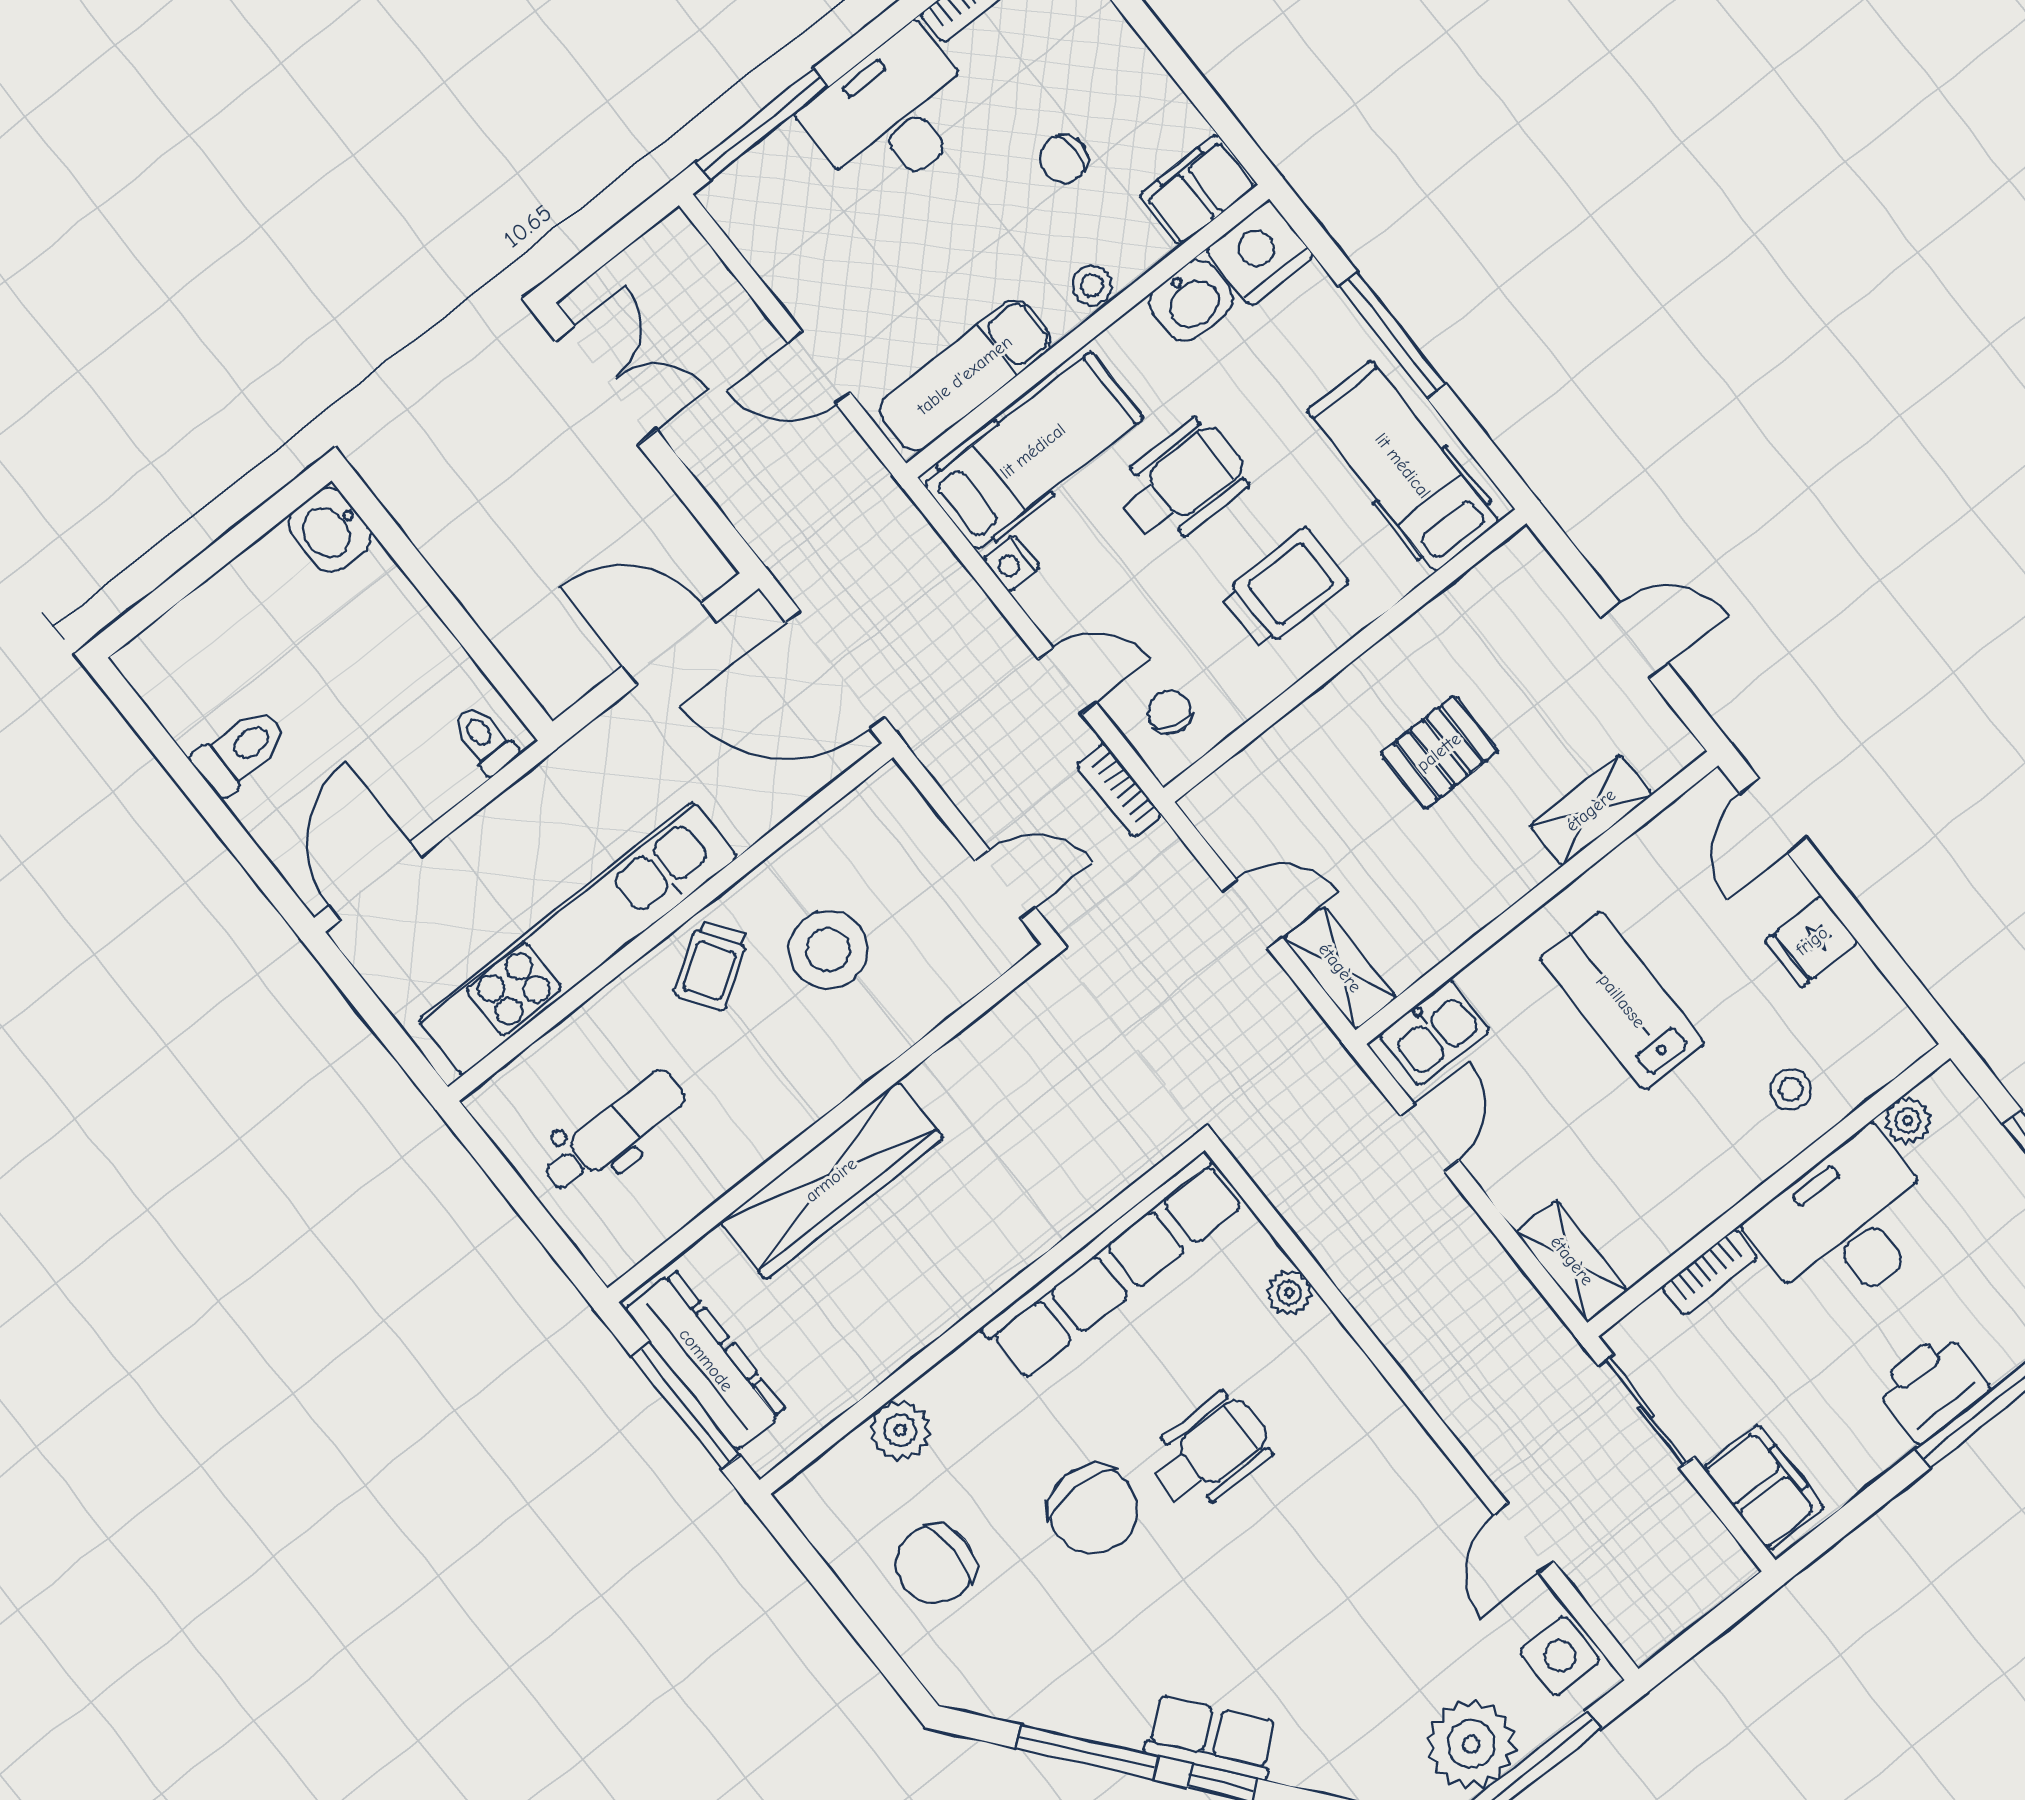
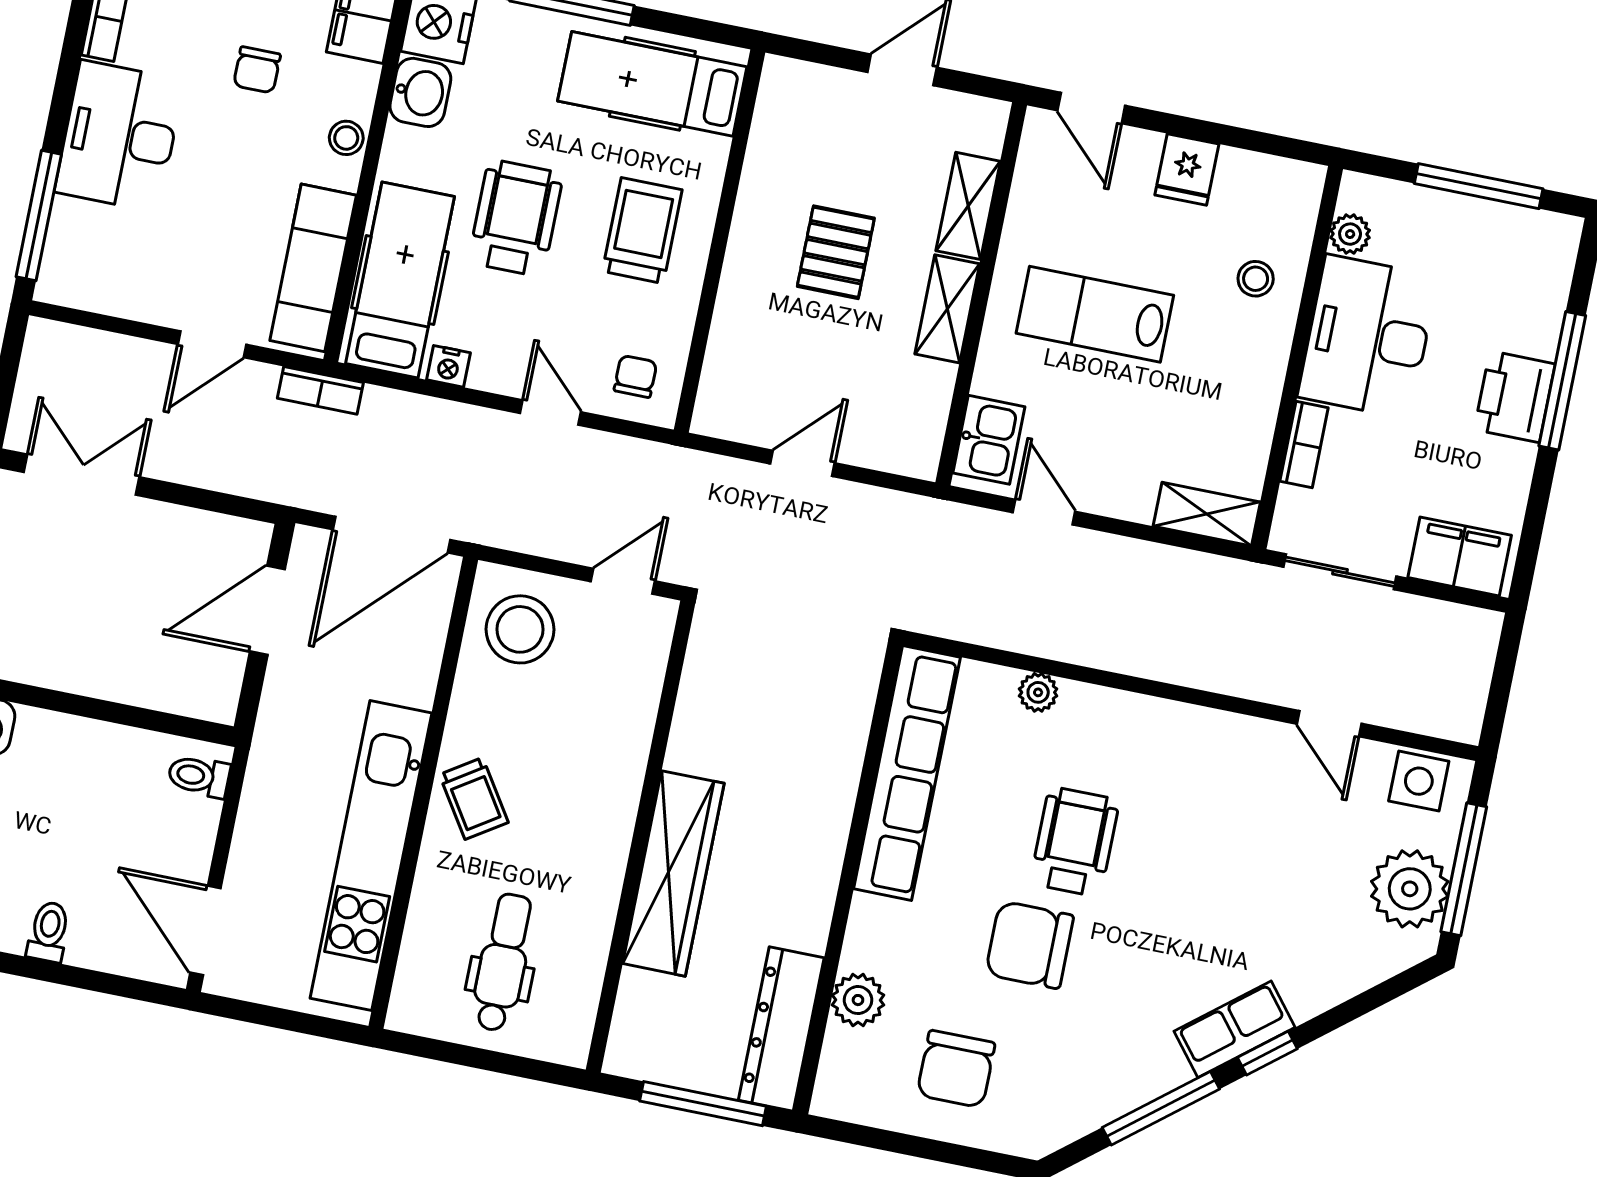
door: (1067, 681) -> (551, 413), hinge flipped
chair: (1169, 712) -> (635, 376), turned 73
toilet: (241, 751) -> (49, 932), width x0.73, depth x0.72
bookcase: (1119, 790) -> (320, 390), moved
stool: (828, 950) -> (520, 629), moved
shelving: (1340, 968) -> (947, 309), moved, turned 90
dresser: (706, 1360) -> (781, 1029), moved, turned -90
chair: (1093, 1510) -> (1030, 945), turned 180

